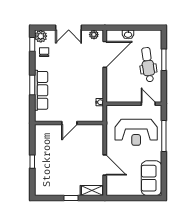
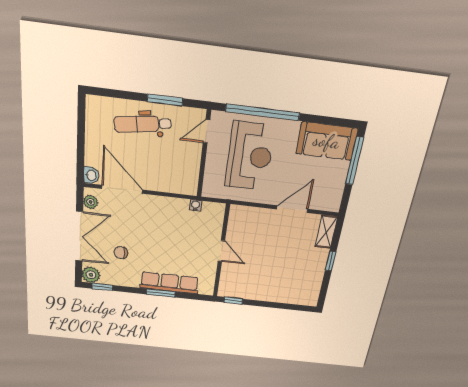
double door: (69, 28) -> (79, 236), width x1.37
washbasin: (128, 34) -> (91, 175), moved
chair: (44, 52) -> (121, 253), moved
window: (164, 60) -> (165, 100), moved
window: (164, 136) -> (263, 112), width x1.46
window: (32, 162) -> (233, 301), moved
window: (141, 198) -> (354, 161), added

